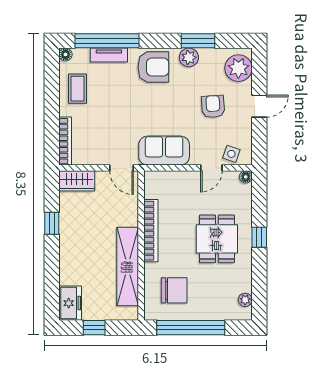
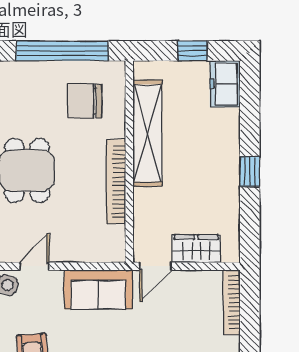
door: (121, 168) -> (156, 266), swing flipped
wardrobe: (77, 181) -> (196, 249), moved
window: (52, 223) -> (250, 172), moved

